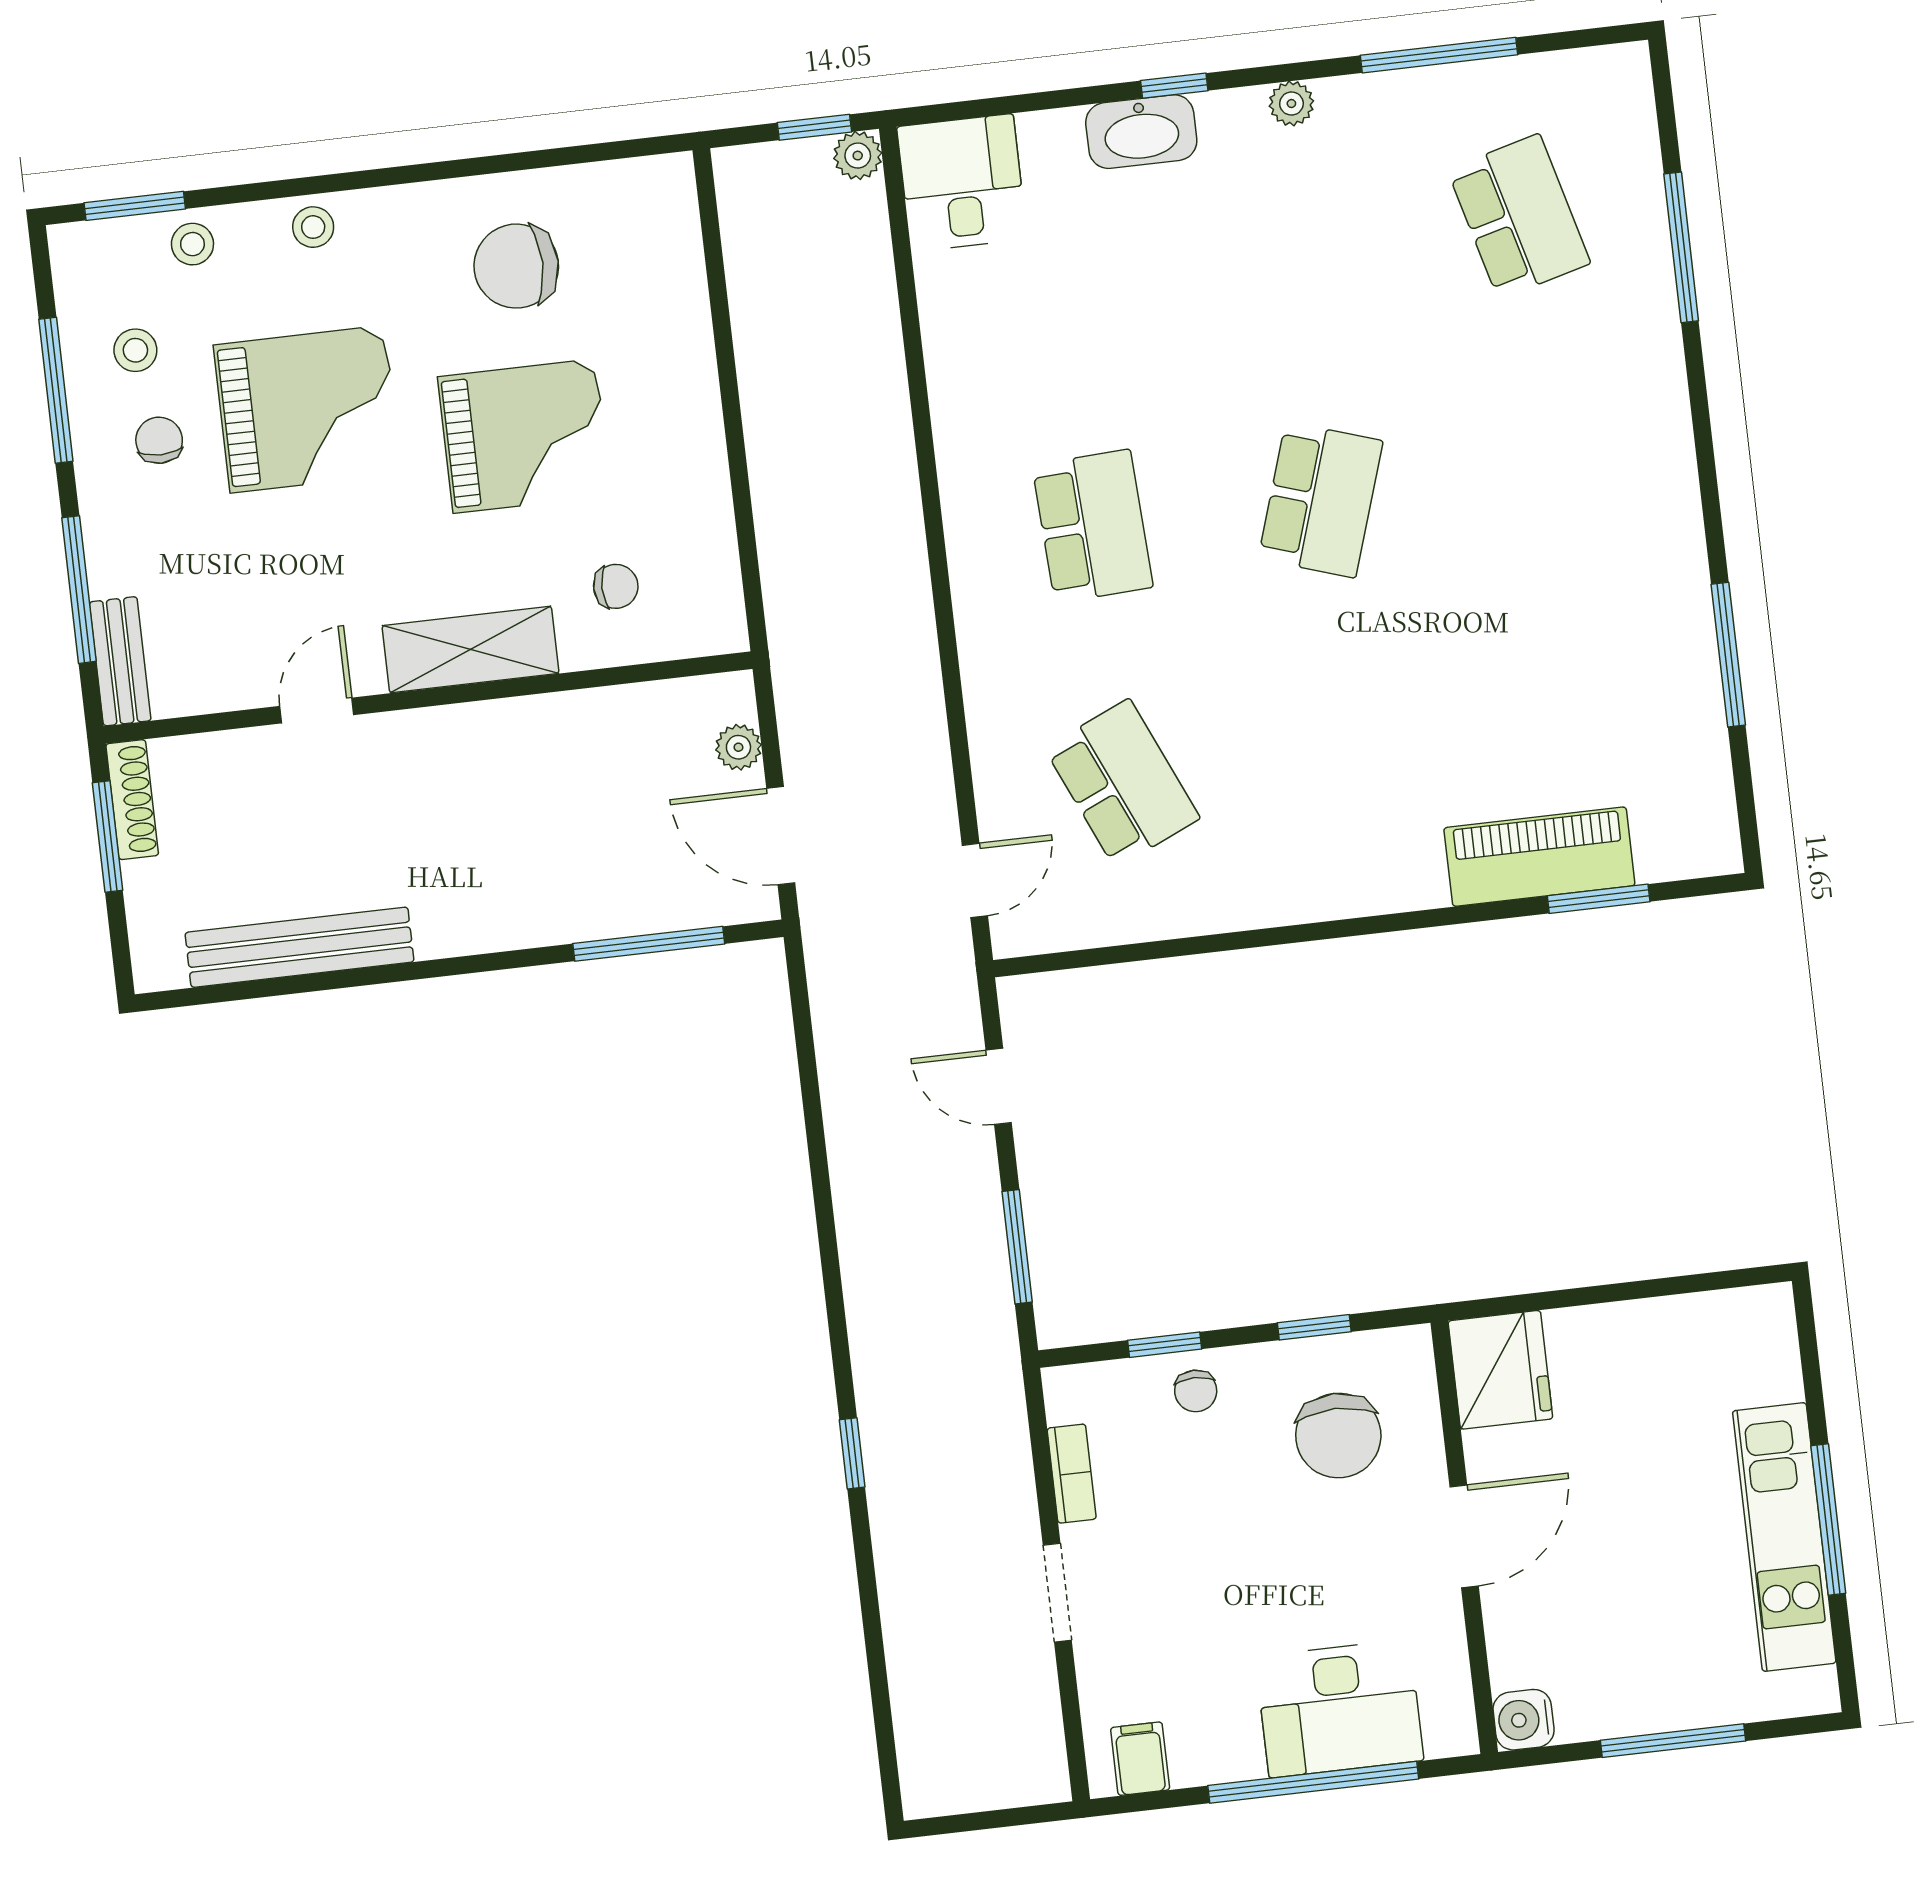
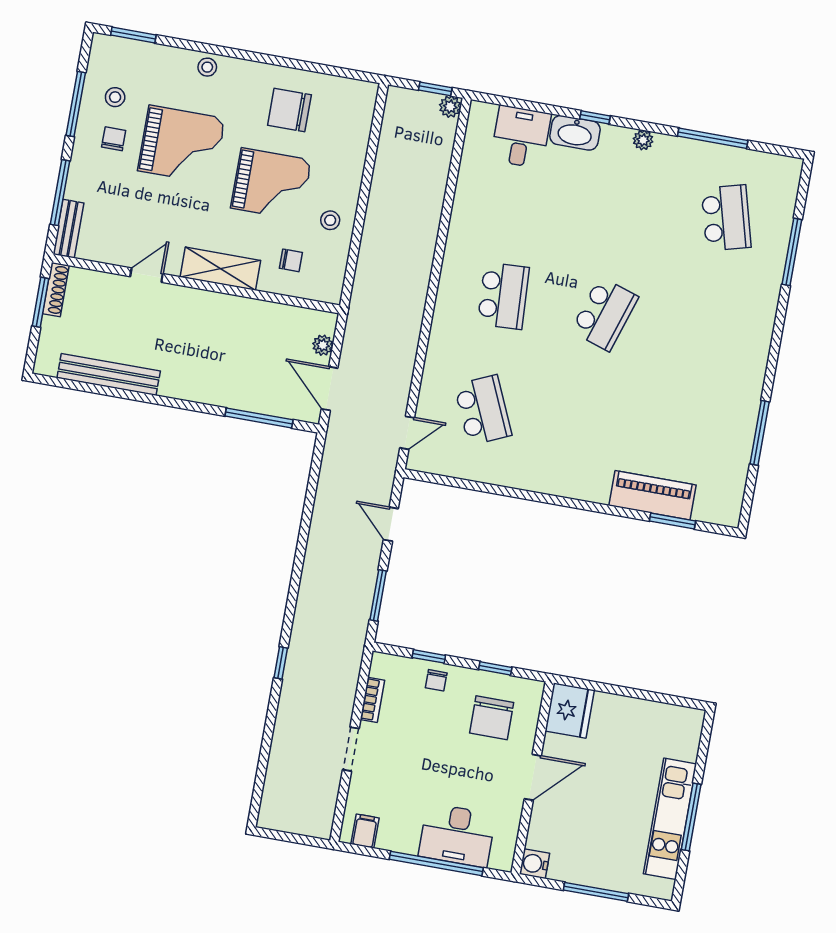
desk: (962, 183) -> (521, 137), moved
stool: (192, 244) -> (330, 220), moved

